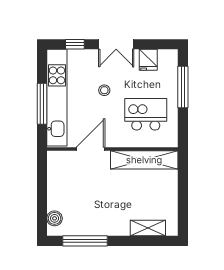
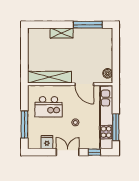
window: (42, 104) -> (116, 127), moved
door: (90, 149) -> (84, 84), hinge flipped
boiler: (55, 218) -> (108, 73), moved
shelving: (148, 228) -> (62, 33), moved

